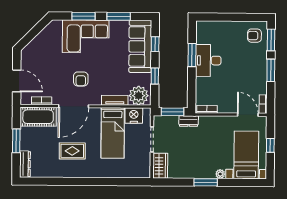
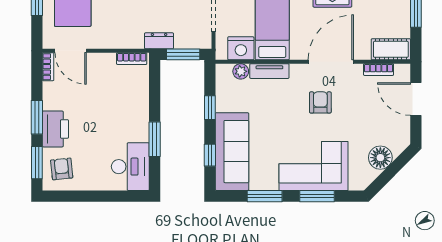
armchair: (254, 36) -> (62, 169), turned -96
floor lamp: (41, 42) -> (380, 158), added
desk: (208, 60) -> (130, 167), moved
printer: (258, 62) -> (55, 129), added
plant: (139, 96) -> (241, 71), width x0.53, depth x0.53
cot: (38, 117) -> (391, 49), width x0.73, depth x0.75

